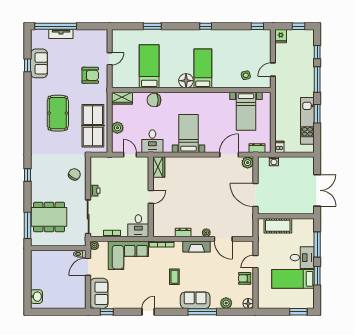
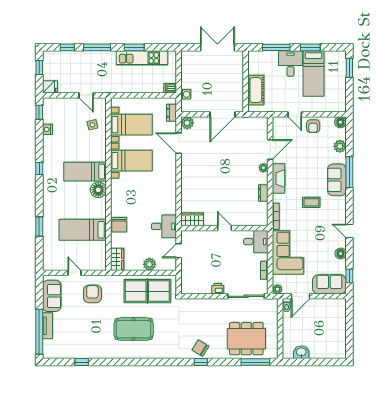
nightstand: (242, 34) -> (47, 129), added
sofa: (39, 63) -> (52, 296), moved, turned 90
bed with nightstands: (189, 133) -> (131, 161), moved, turned 180
chair: (74, 174) -> (200, 348), moved
dining table: (49, 217) -> (246, 339), turned 90
door: (88, 267) -> (300, 296), hinge flipped
washbasin: (36, 297) -> (301, 352), moved
floor lamp: (127, 304) -> (341, 254), added

